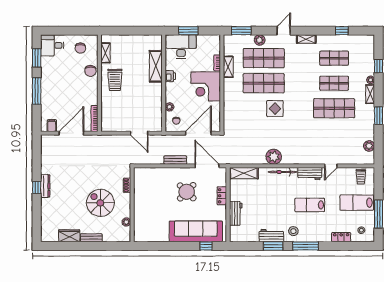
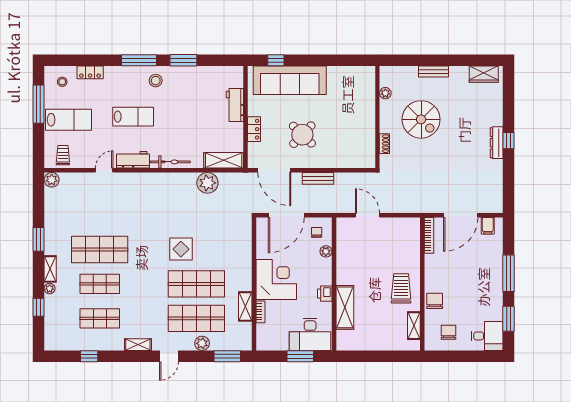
plant: (369, 146) -> (52, 180), moved
plant: (274, 157) -> (207, 183), moved
wardrobe: (69, 236) -> (484, 74), moved
workbench: (271, 236) -> (186, 74), removed

